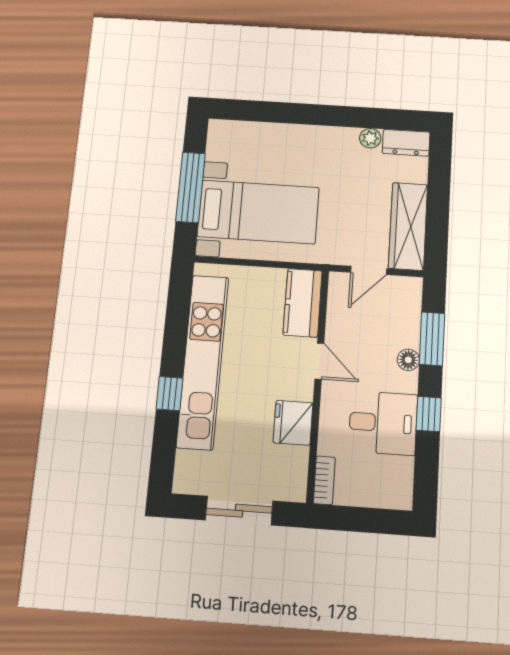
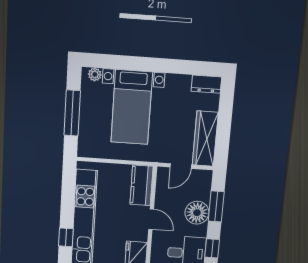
plant: (370, 138) -> (95, 74), moved
bed with nightstands: (258, 212) -> (132, 107), moved, turned 90
floor lamp: (408, 360) -> (197, 213), width x1.89, depth x1.89

